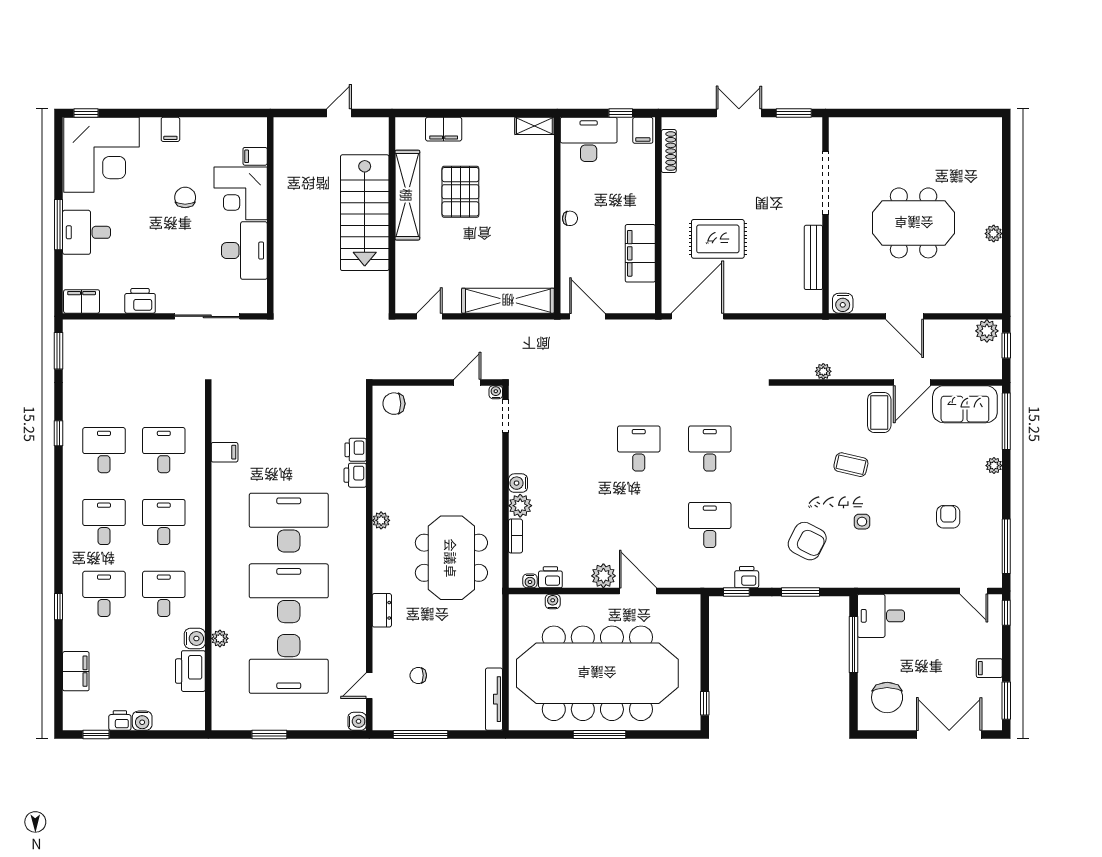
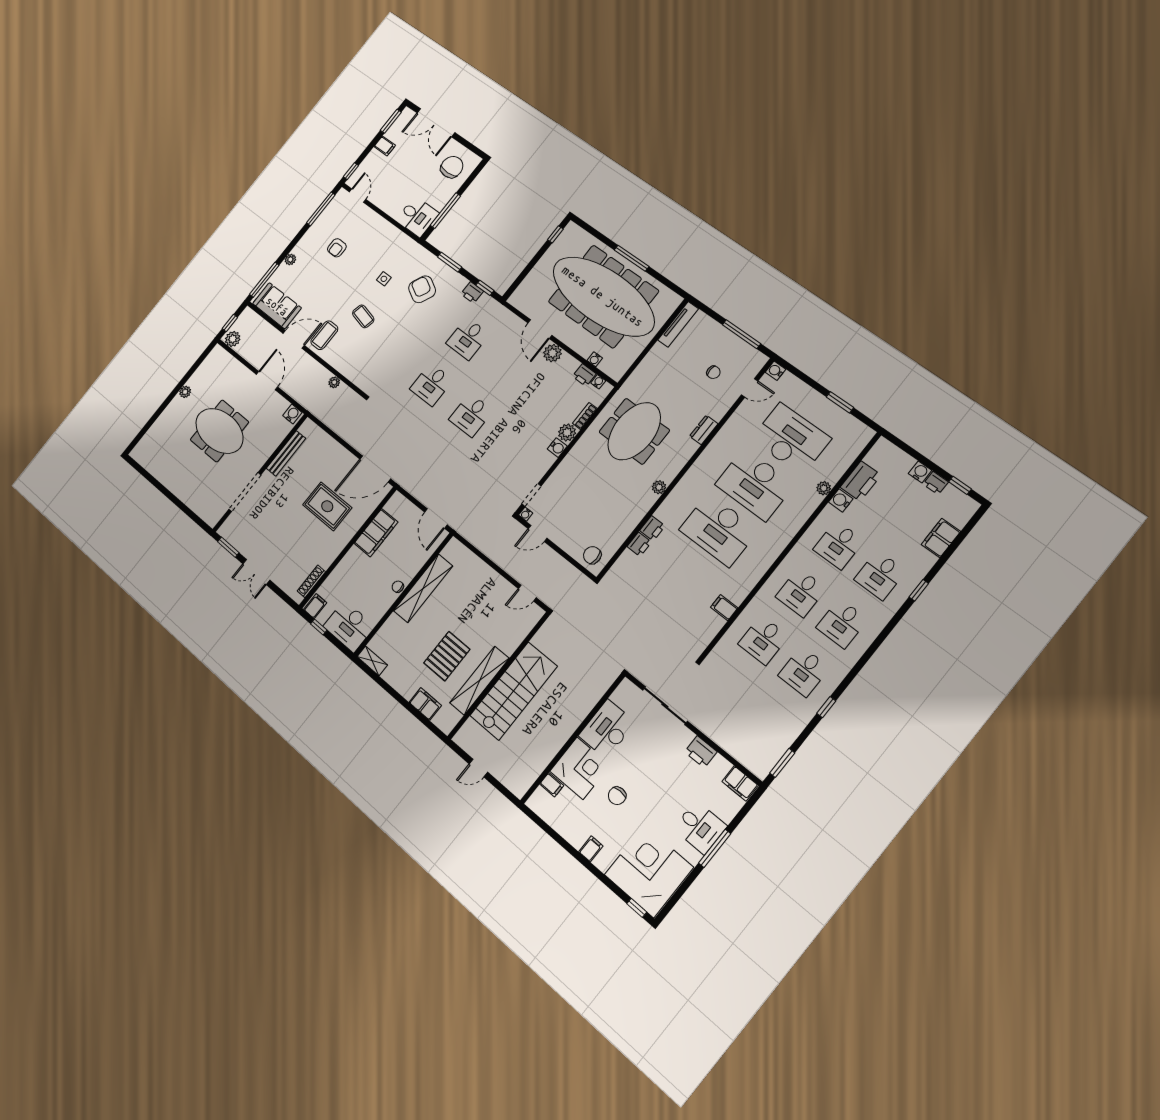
shelving: (508, 301) -> (423, 588), moved, turned 90
chair: (394, 404) -> (592, 555), turned 180

